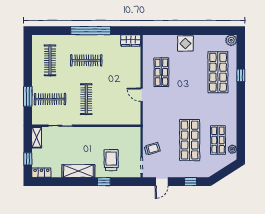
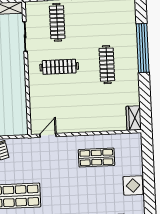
window: (91, 31) -> (143, 48), moved
clothes rail: (50, 60) -> (105, 20), removed
door: (142, 95) -> (48, 135), moved

